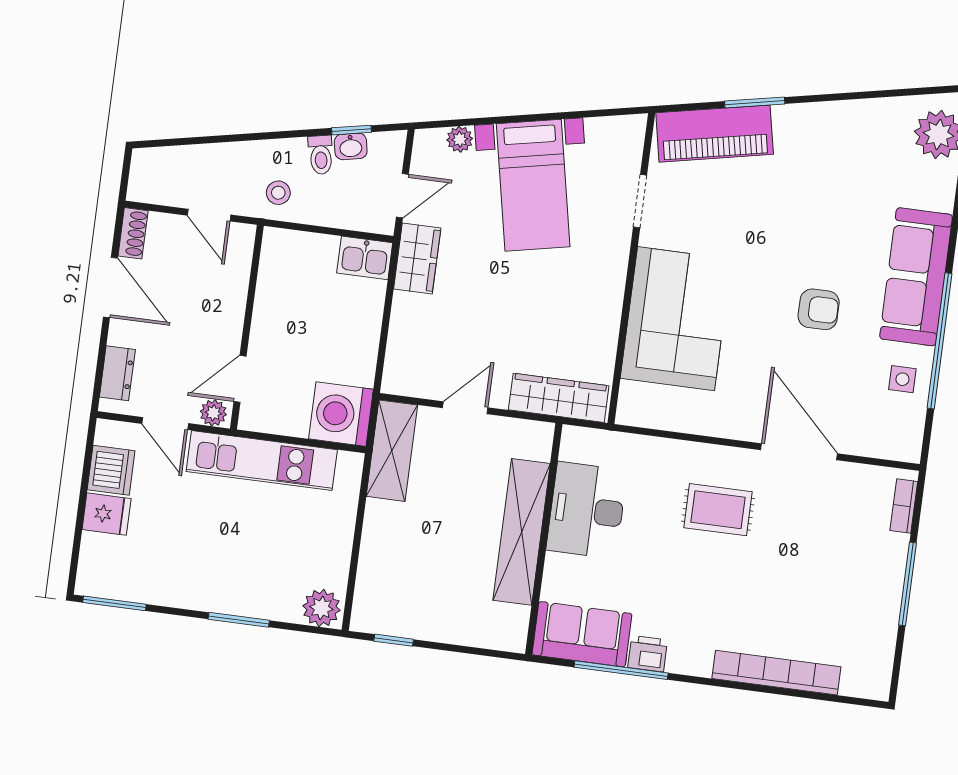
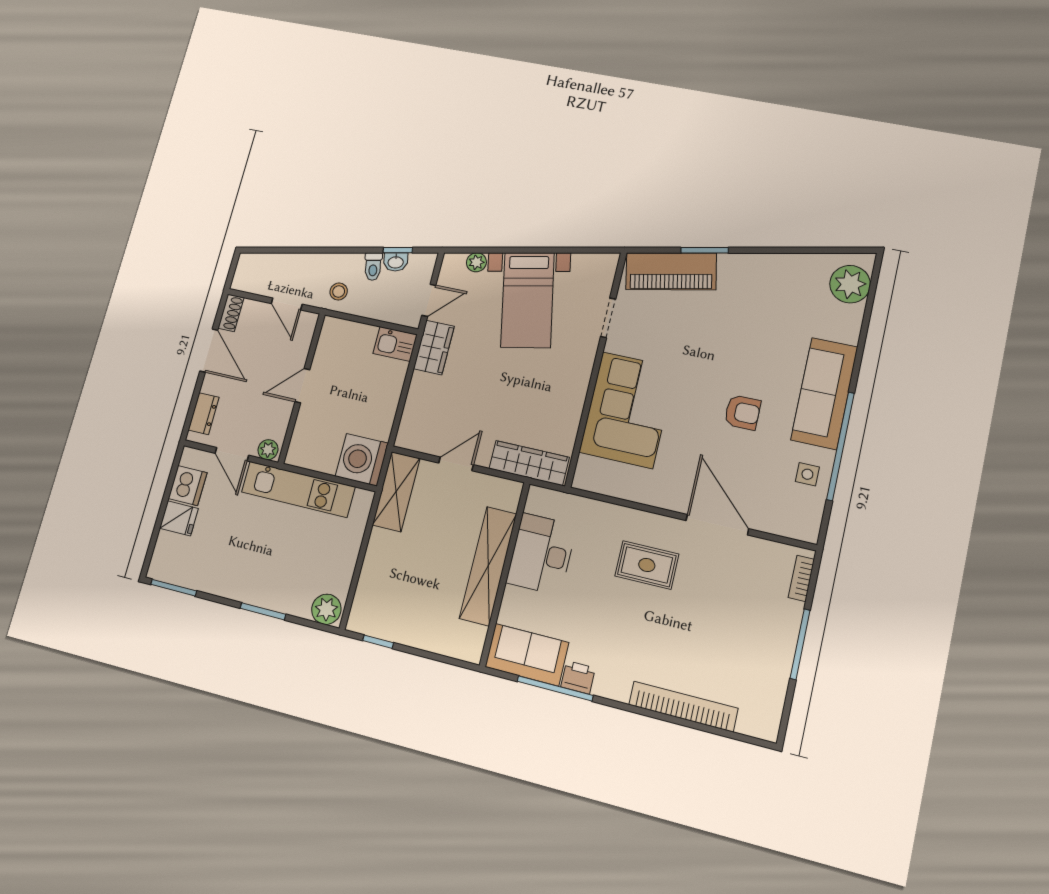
door: (240, 379) -> (302, 386), moved

